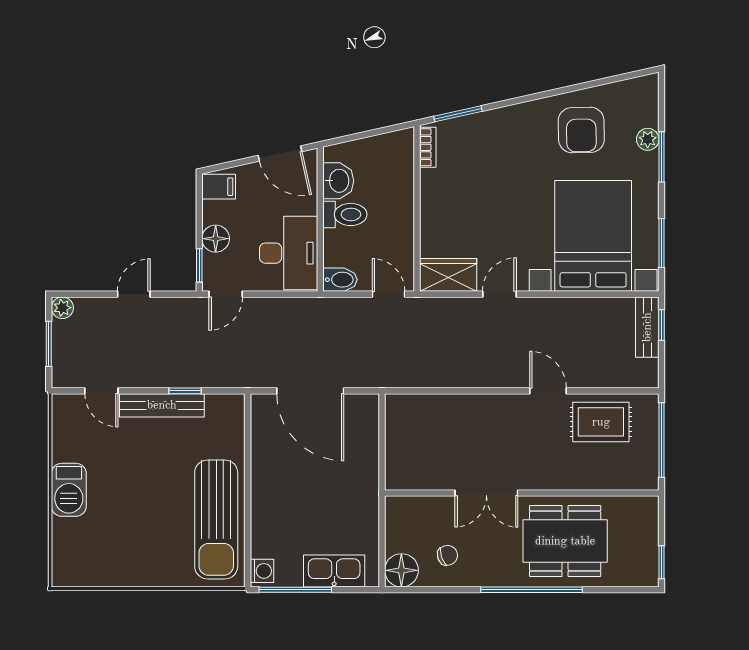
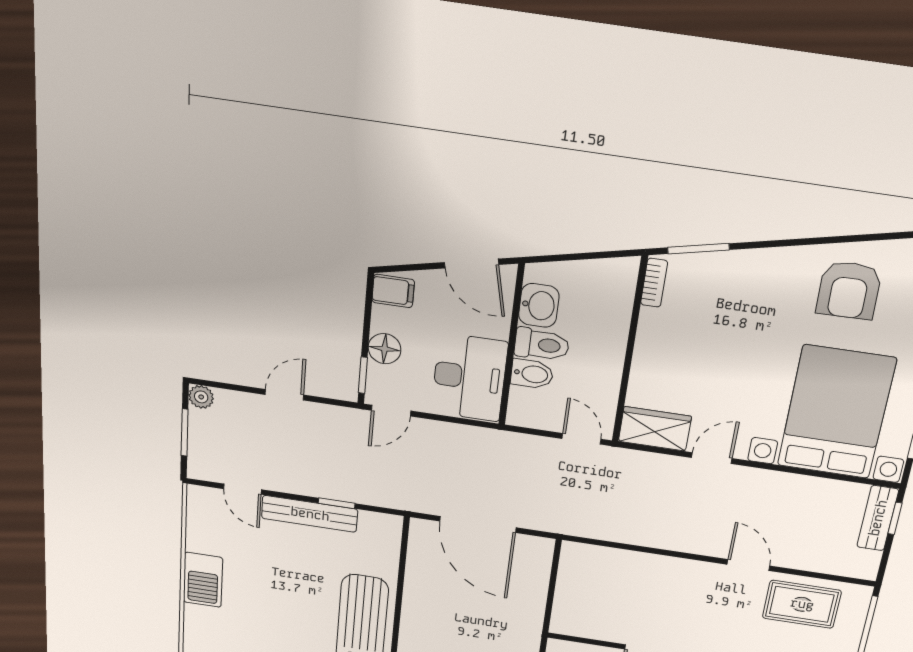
bidet: (340, 280) -> (532, 374), moved

